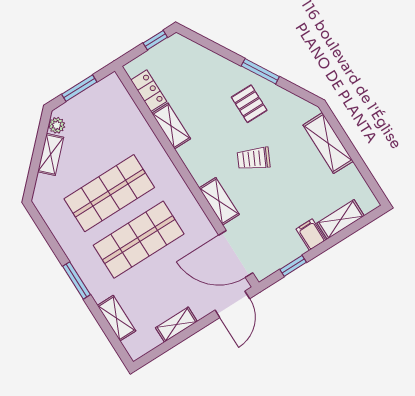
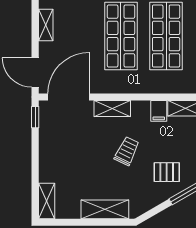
shelving: (341, 219) -> (47, 201), moved
filing cabinet: (311, 235) -> (159, 111), moved, turned 90
window: (293, 266) -> (35, 117), moved

